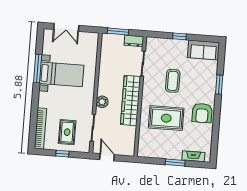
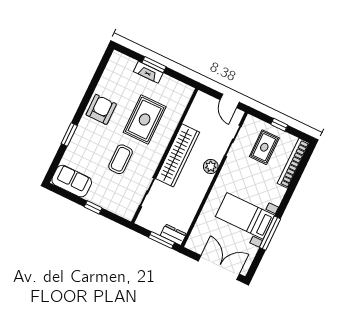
double door: (66, 27) -> (219, 268), width x1.37
dresser: (134, 41) -> (173, 235), moved
rug: (166, 118) -> (145, 120), turned 90
fireplace: (193, 156) -> (148, 72), moved

